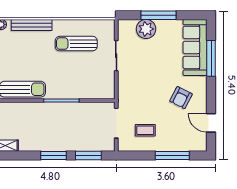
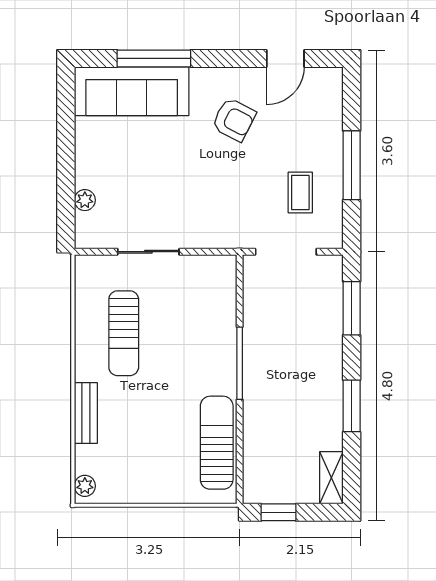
window: (159, 15) -> (66, 165), removed
bench: (32, 25) -> (86, 413), width x0.73
plant: (146, 29) -> (85, 200), width x0.53, depth x0.53
window: (53, 155) -> (352, 406), moved
window: (172, 155) -> (352, 165), moved

